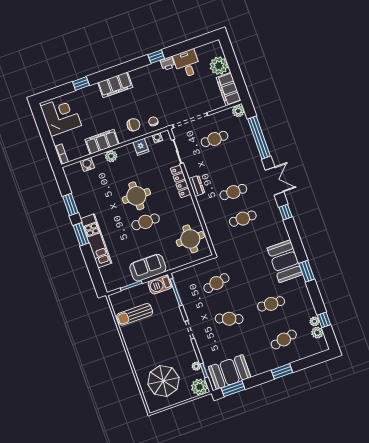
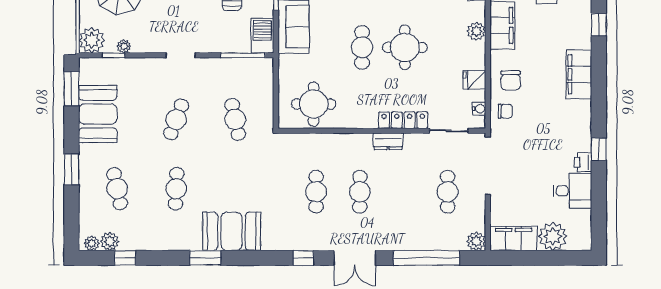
plant: (314, 321) -> (92, 243), moved
booth: (230, 372) -> (98, 114), moved

